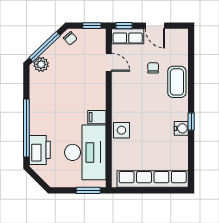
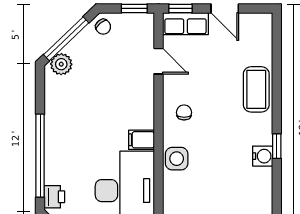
chair: (153, 68) -> (184, 112), moved
printer: (40, 150) -> (54, 197), width x0.53, depth x0.68

